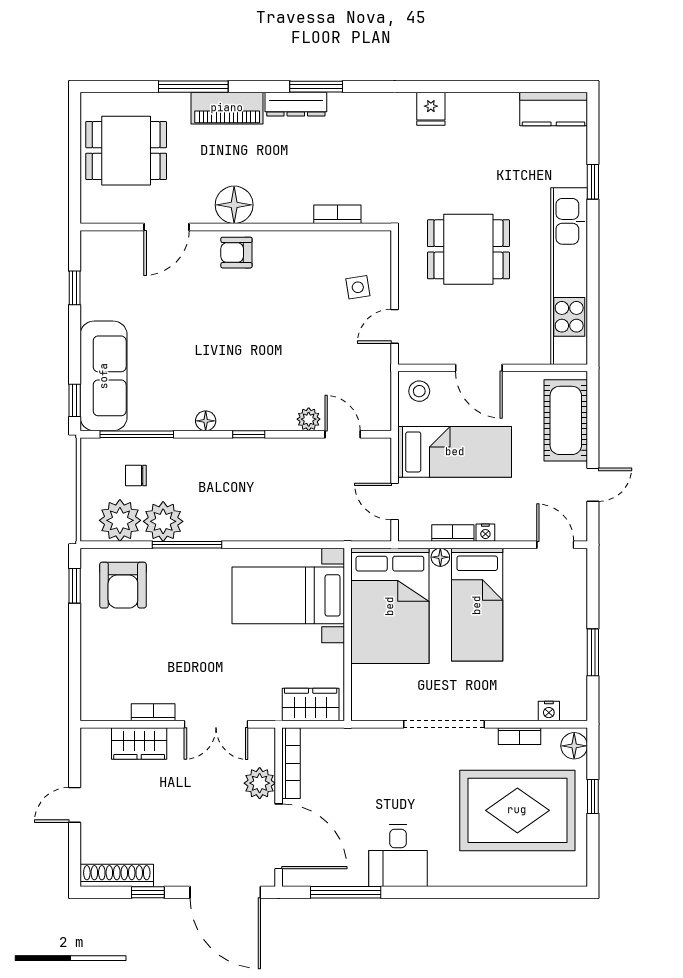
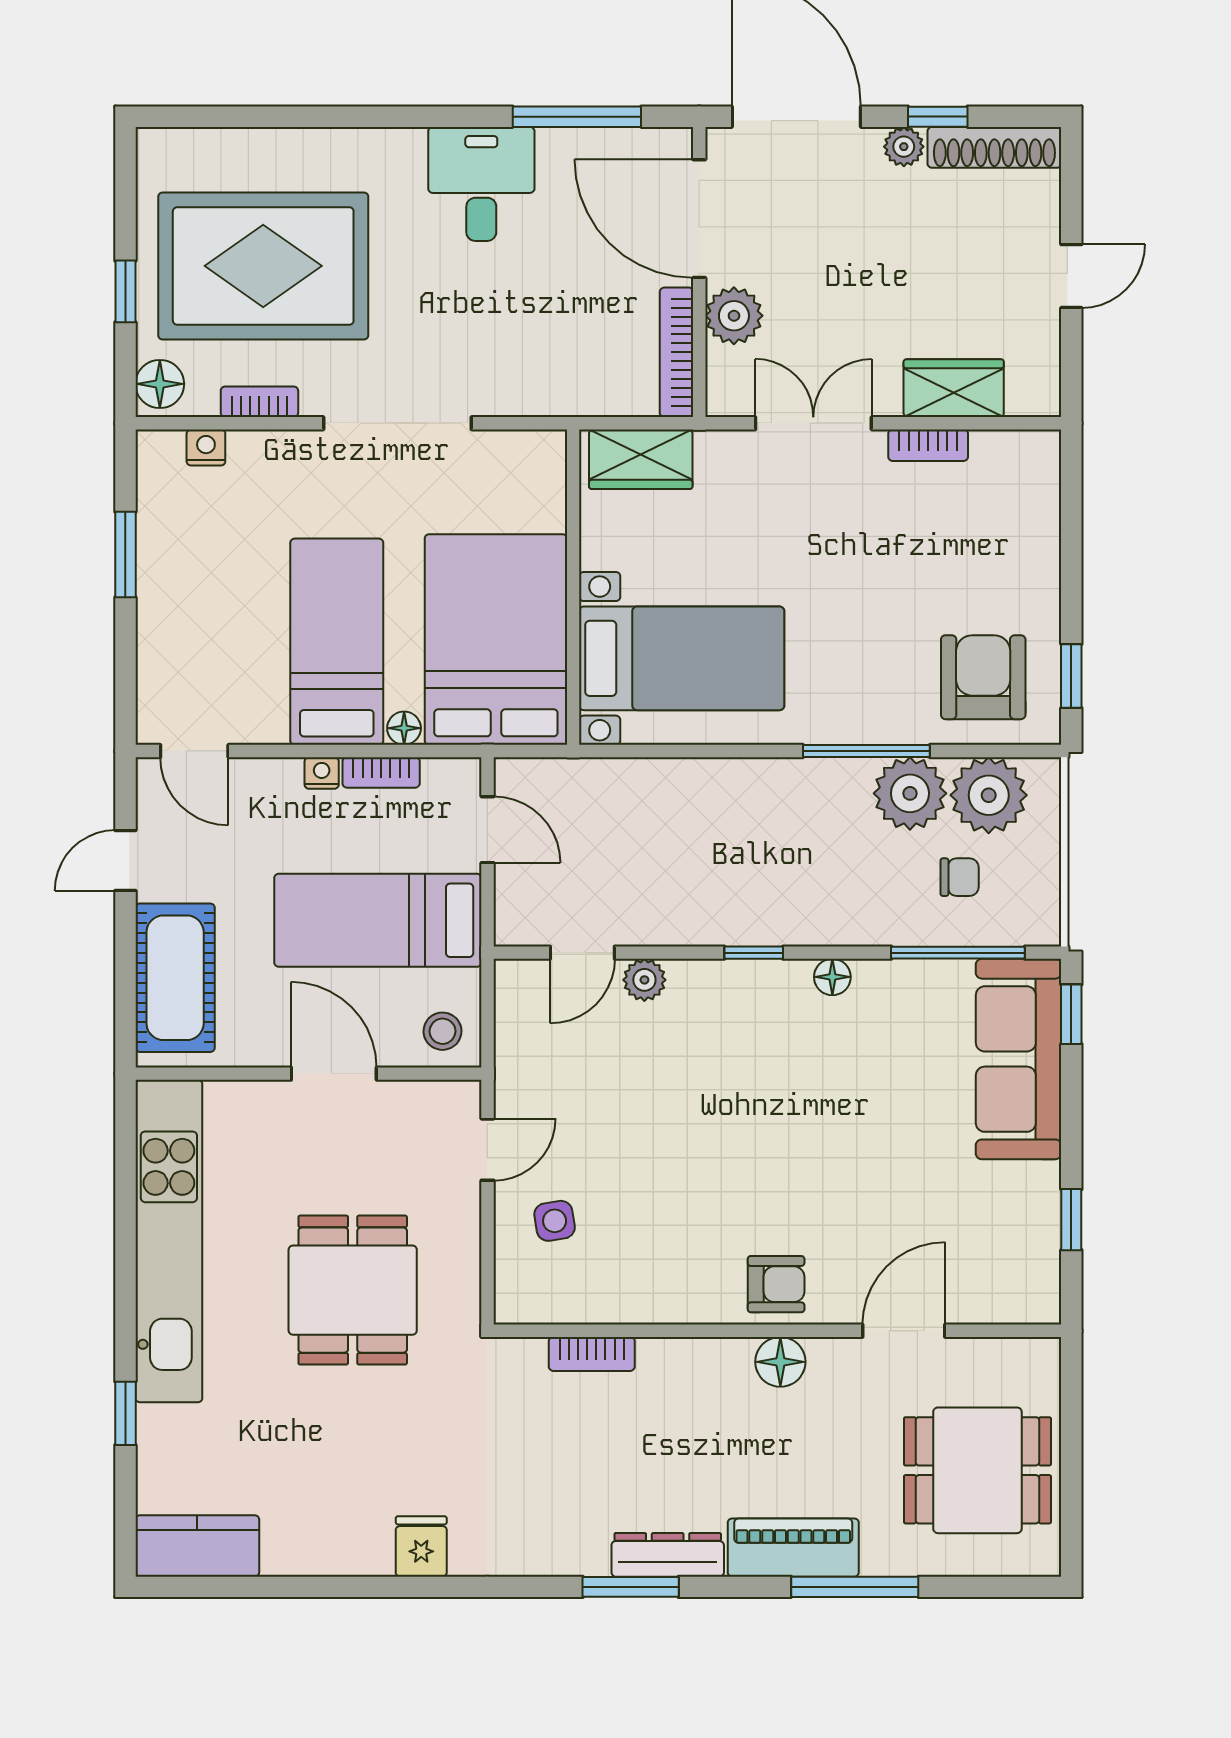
floor lamp: (234, 205) -> (780, 1362), width x0.73, depth x0.73
dining table: (468, 249) -> (353, 1290), turned 90
door: (343, 434) -> (582, 953), hinge flipped
plant: (166, 876) -> (904, 147), added

